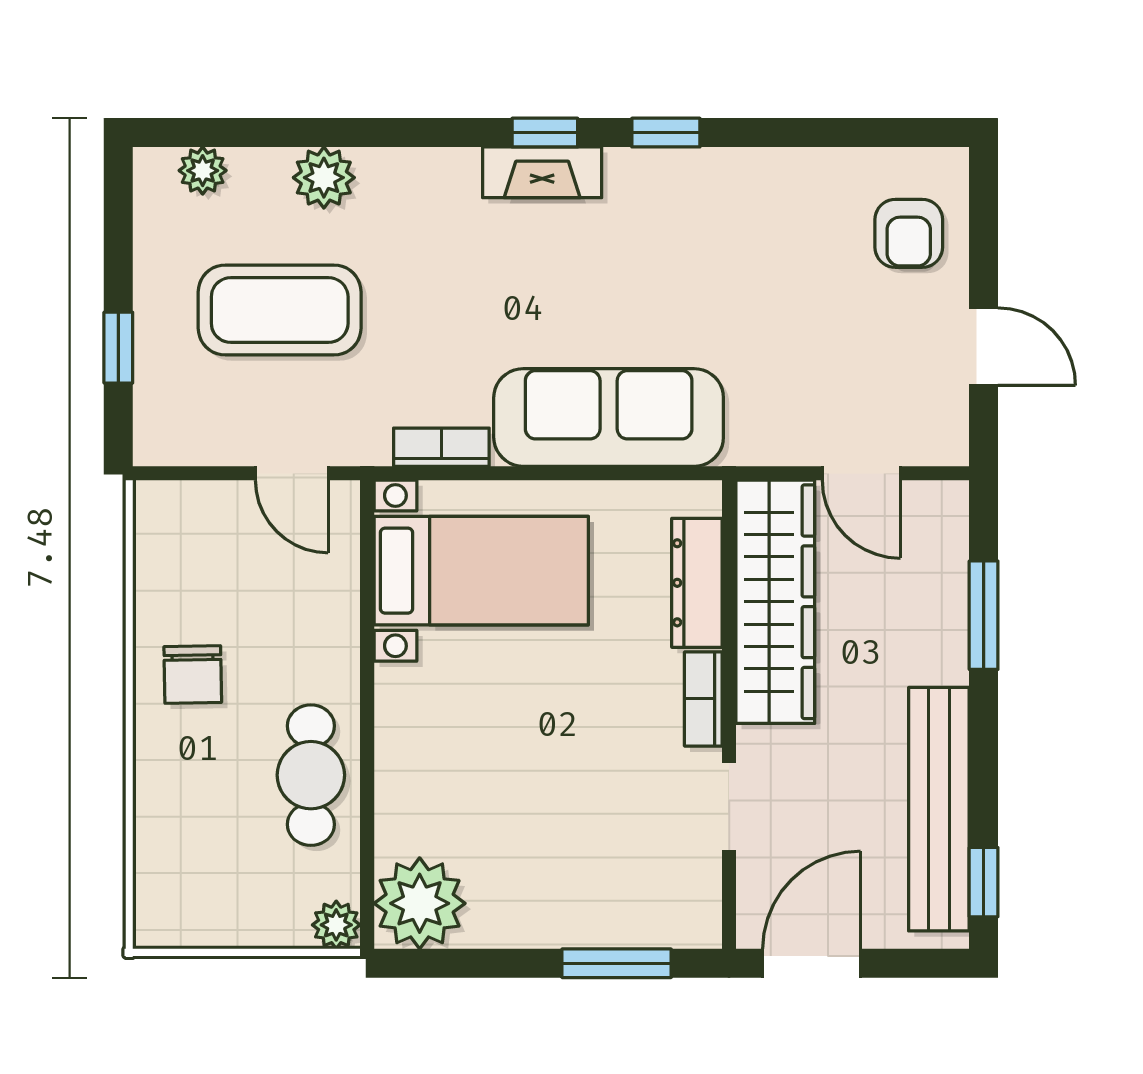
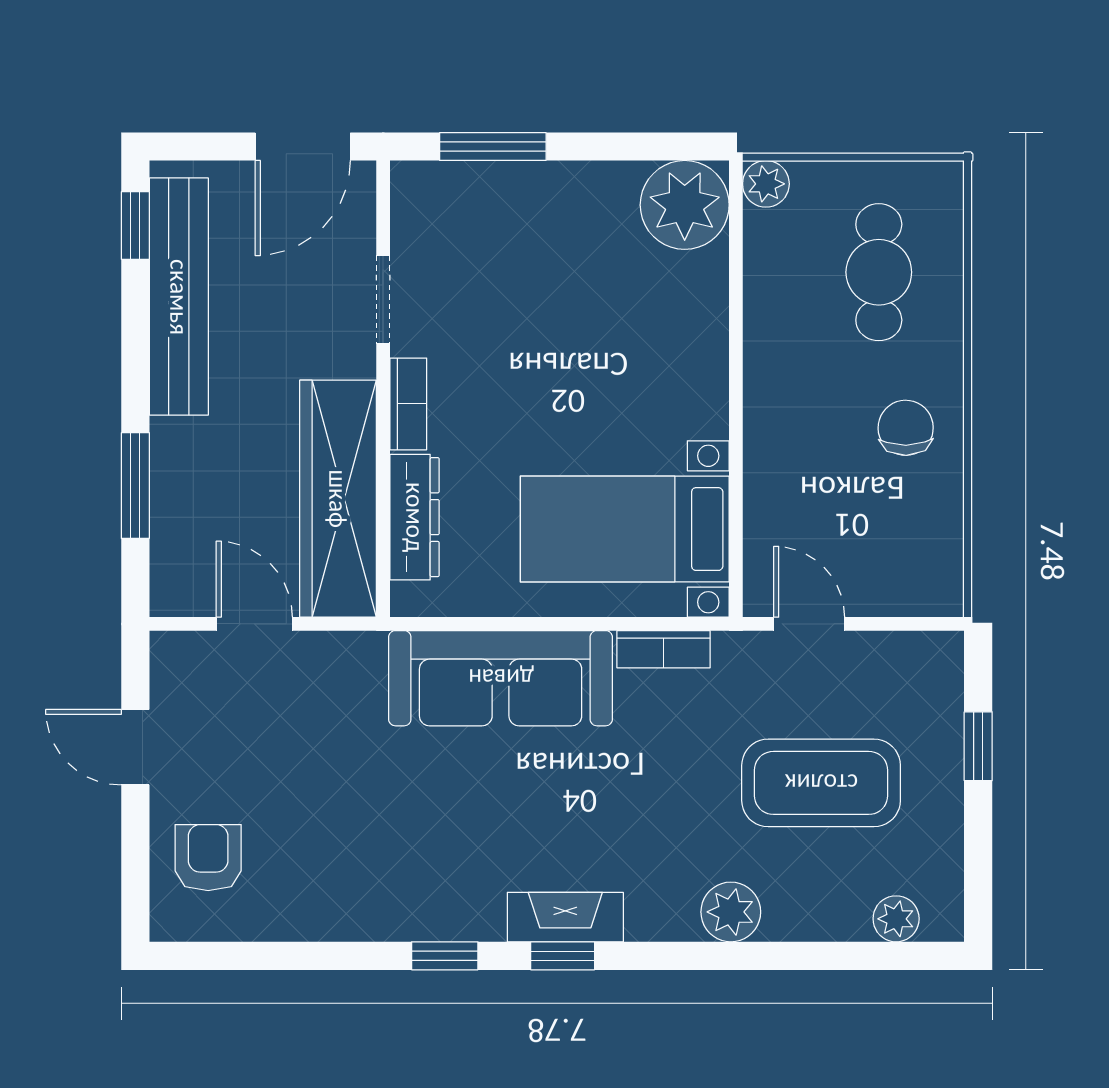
plant: (324, 178) -> (731, 912), moved
cafe table: (311, 775) -> (879, 272), moved

